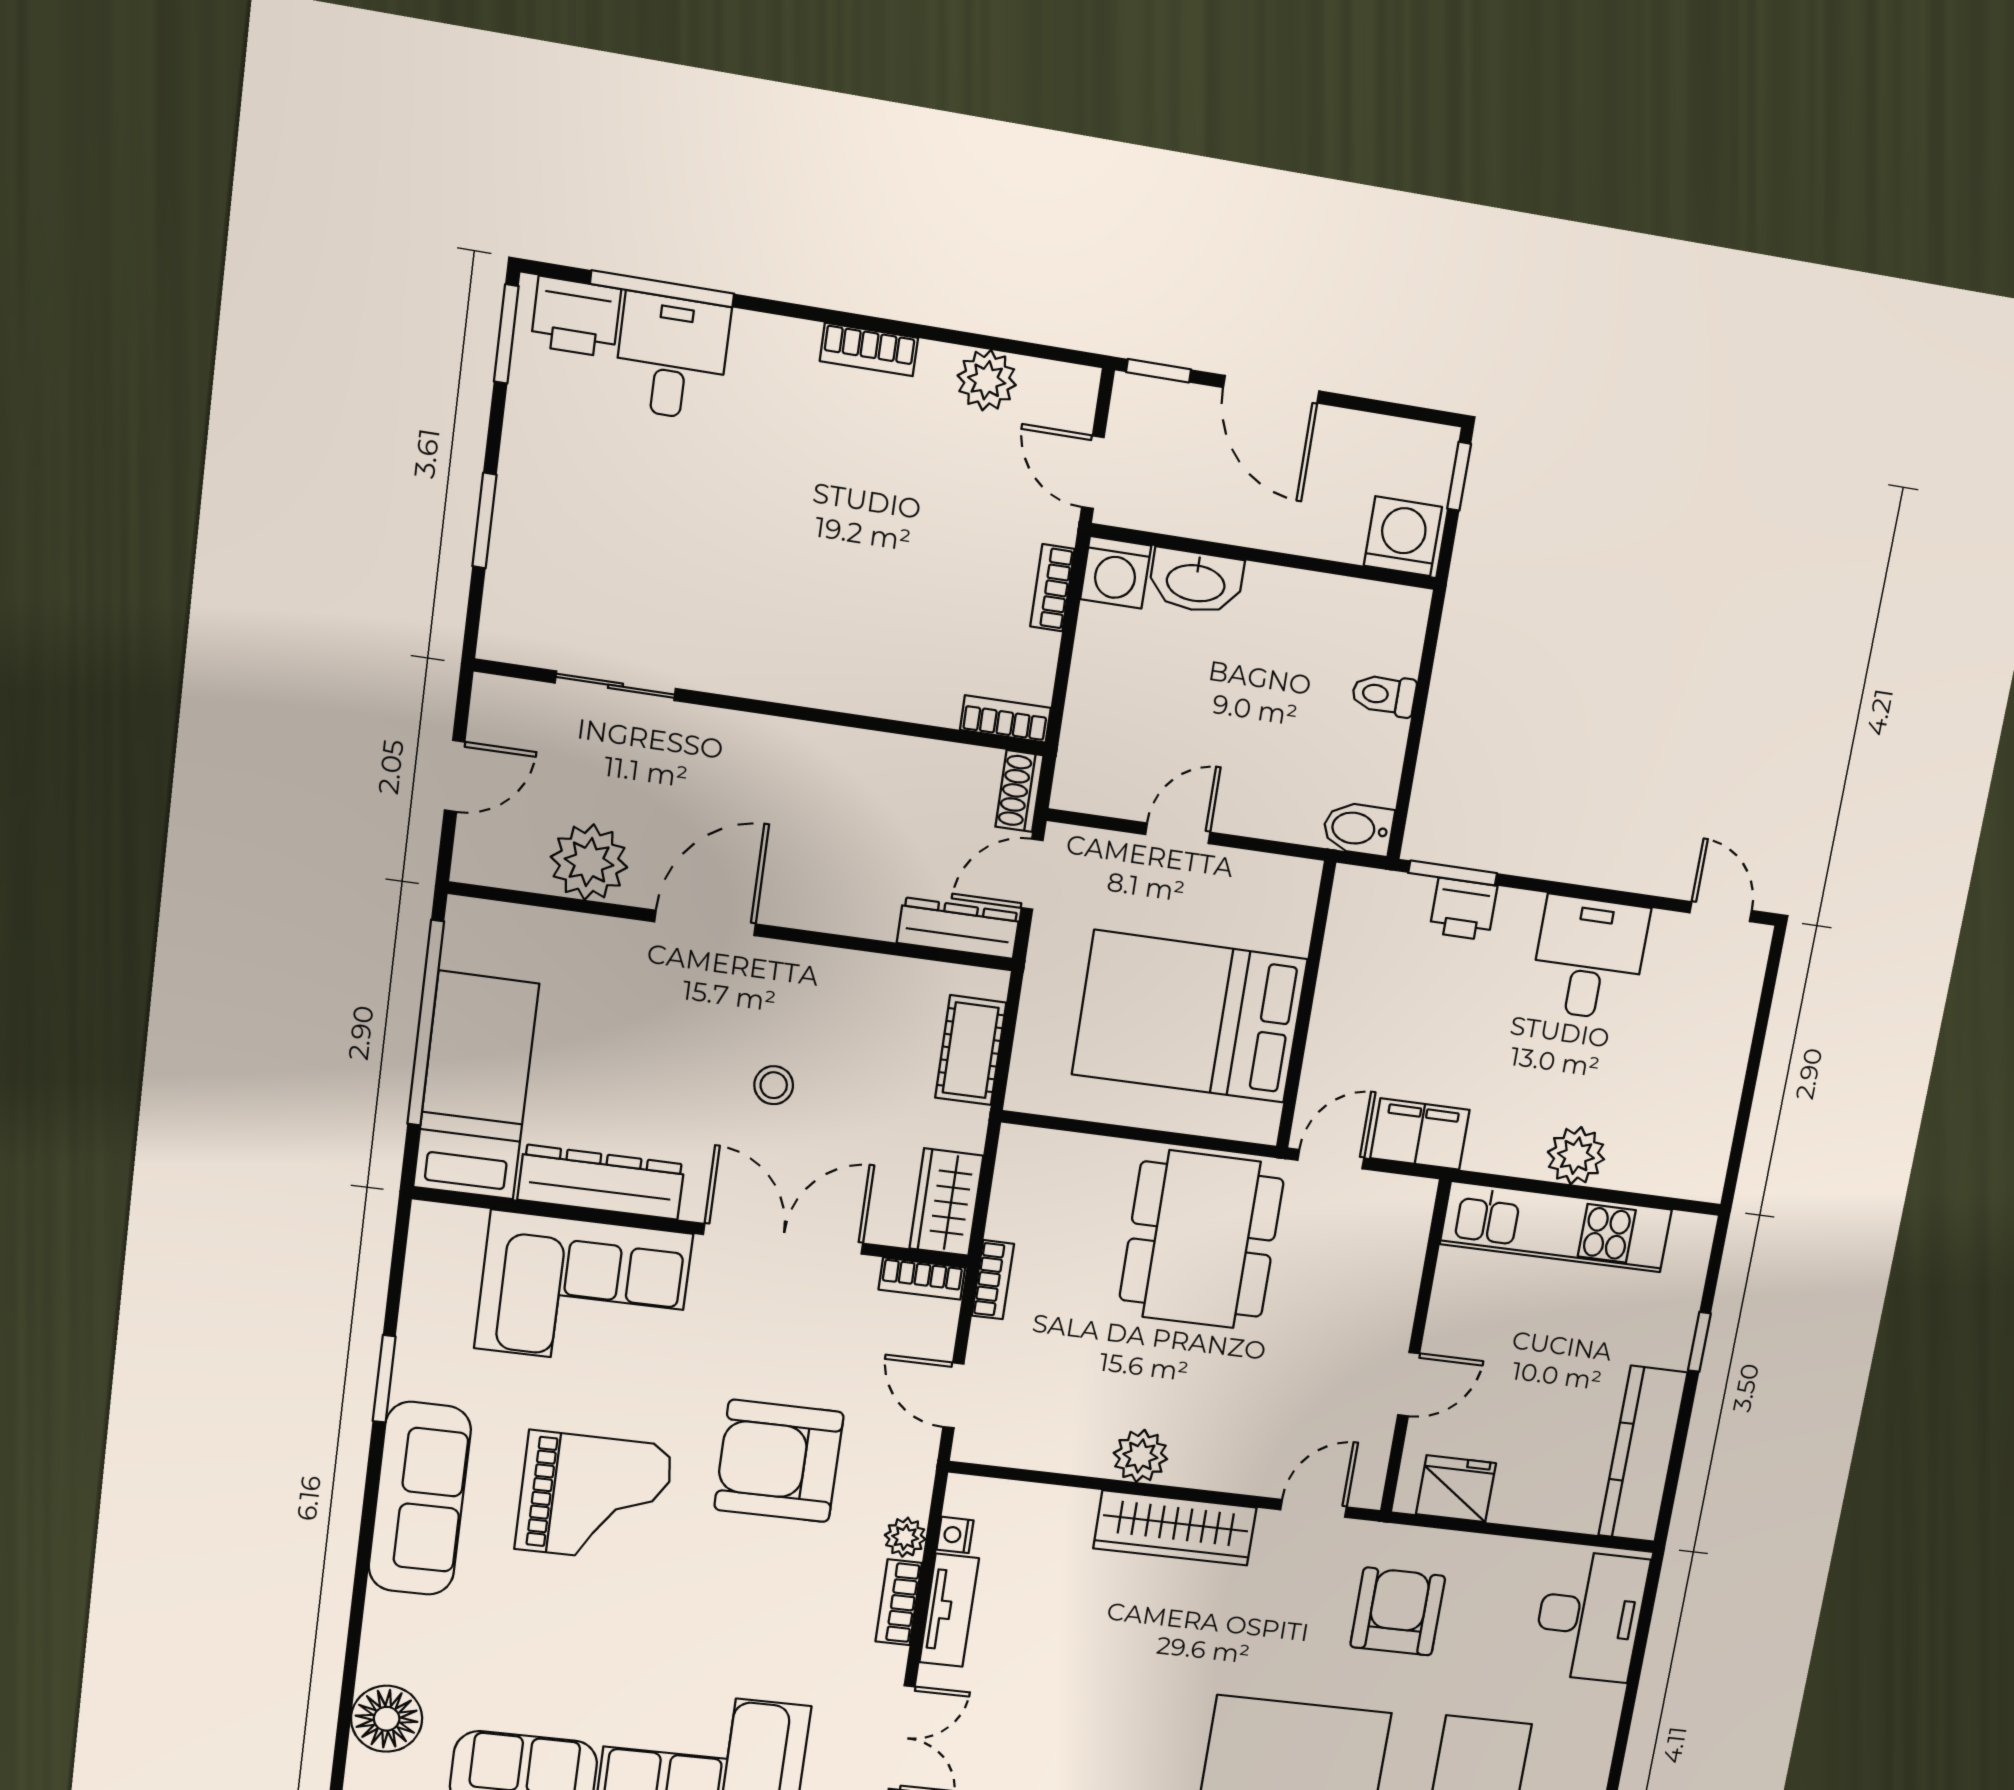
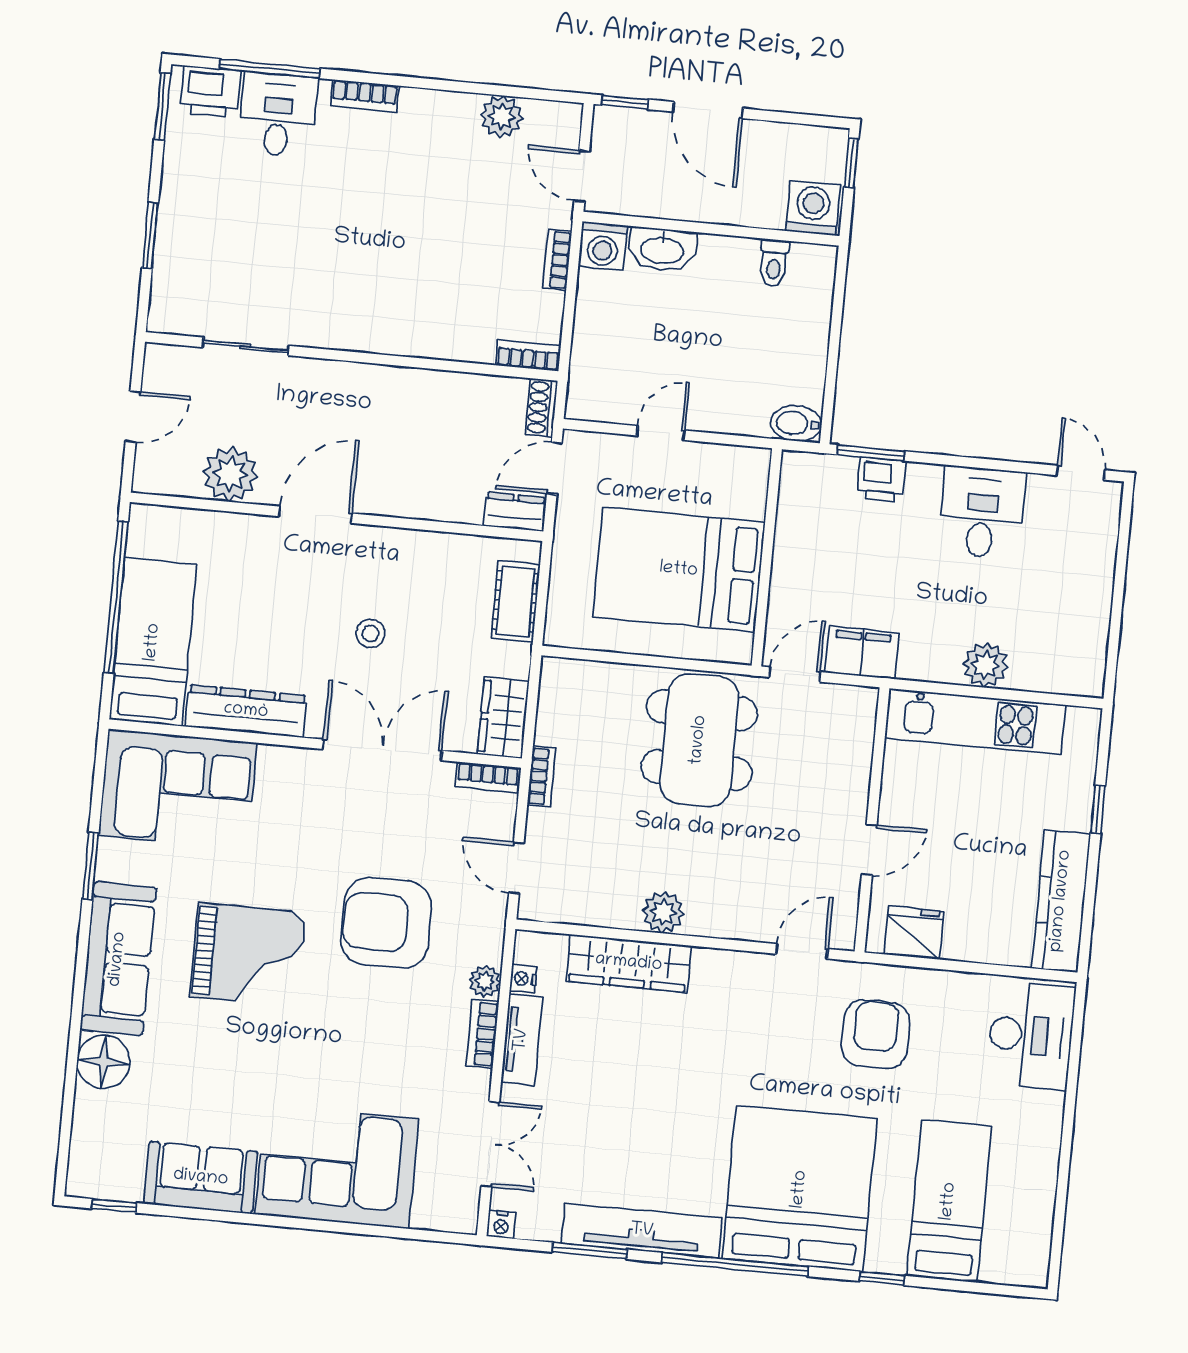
bookcase: (869, 349) -> (365, 96), moved
toilet: (1384, 695) -> (774, 263), moved, turned -90
dresser: (958, 928) -> (515, 512), width x0.70
corner sofa: (584, 1291) -> (178, 789), moved
wardrobe: (1175, 1528) -> (629, 963), moved
floor lamp: (387, 1719) -> (103, 1062), moved

